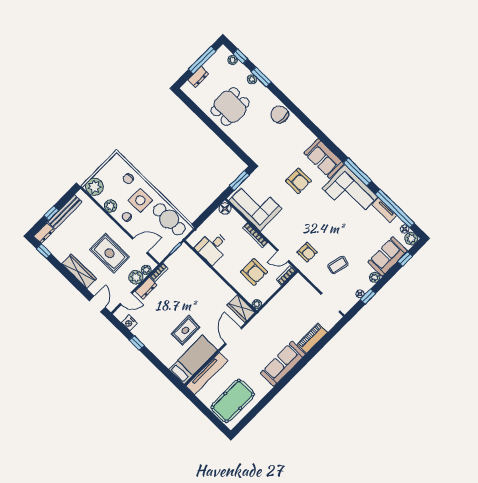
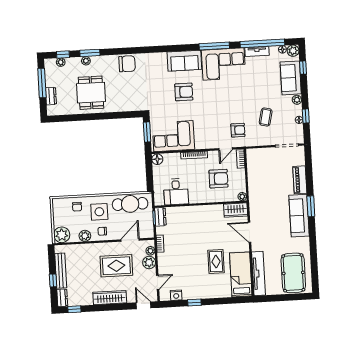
chair: (280, 114) -> (127, 64), turned 180
dresser: (146, 288) -> (160, 217), moved
window: (299, 366) -> (311, 206), added

